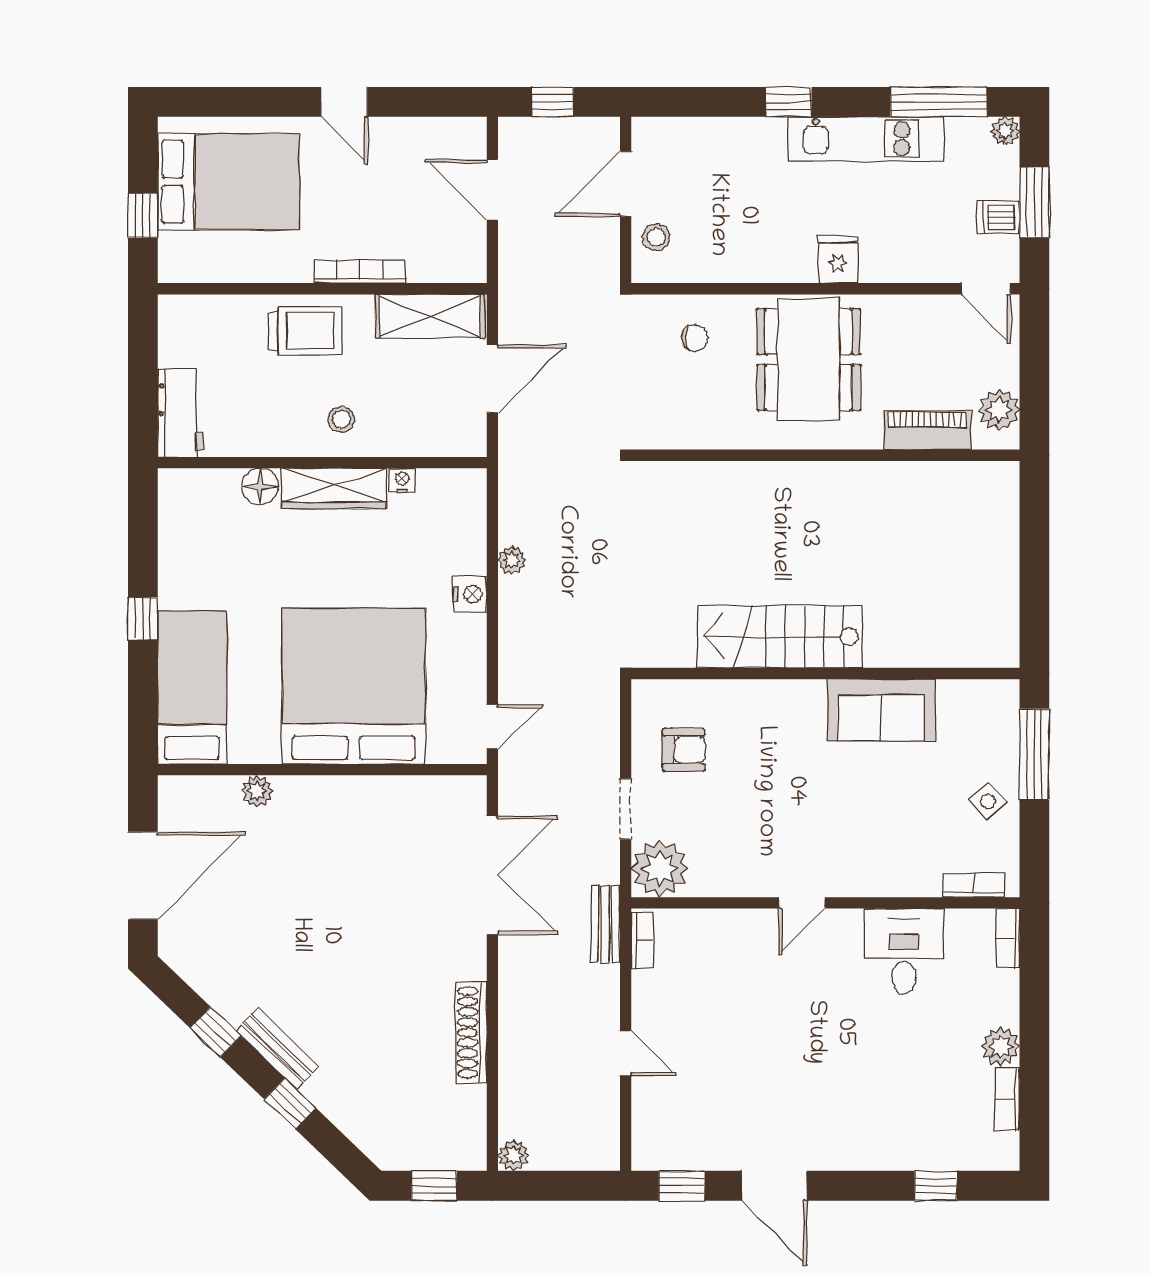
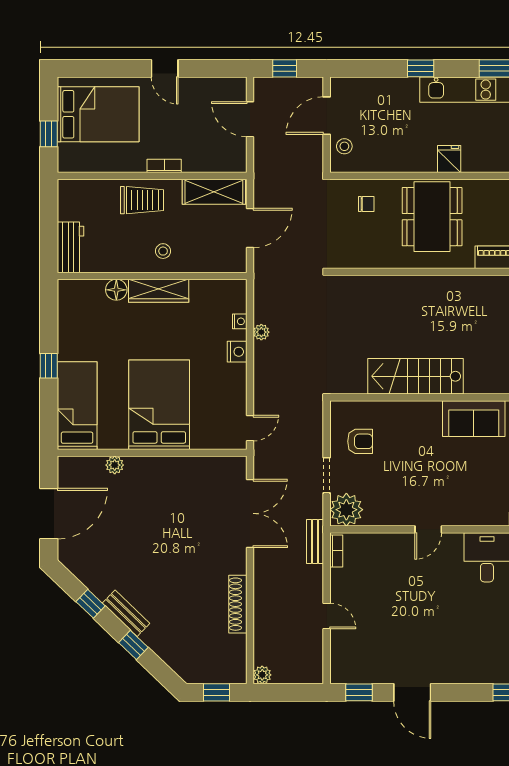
bookcase: (360, 271) -> (164, 166), width x0.64
nightstand: (402, 480) -> (240, 321), moved, turned 90
bed: (354, 686) -> (159, 405), width x0.73

